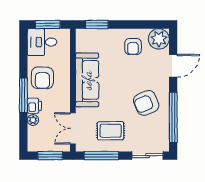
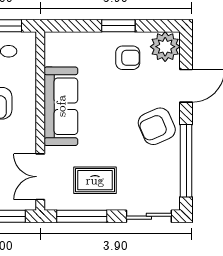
window: (97, 25) -> (118, 26), moved
armchair: (133, 47) -> (128, 58), turned -90
armchair: (146, 103) -> (157, 126), moved

